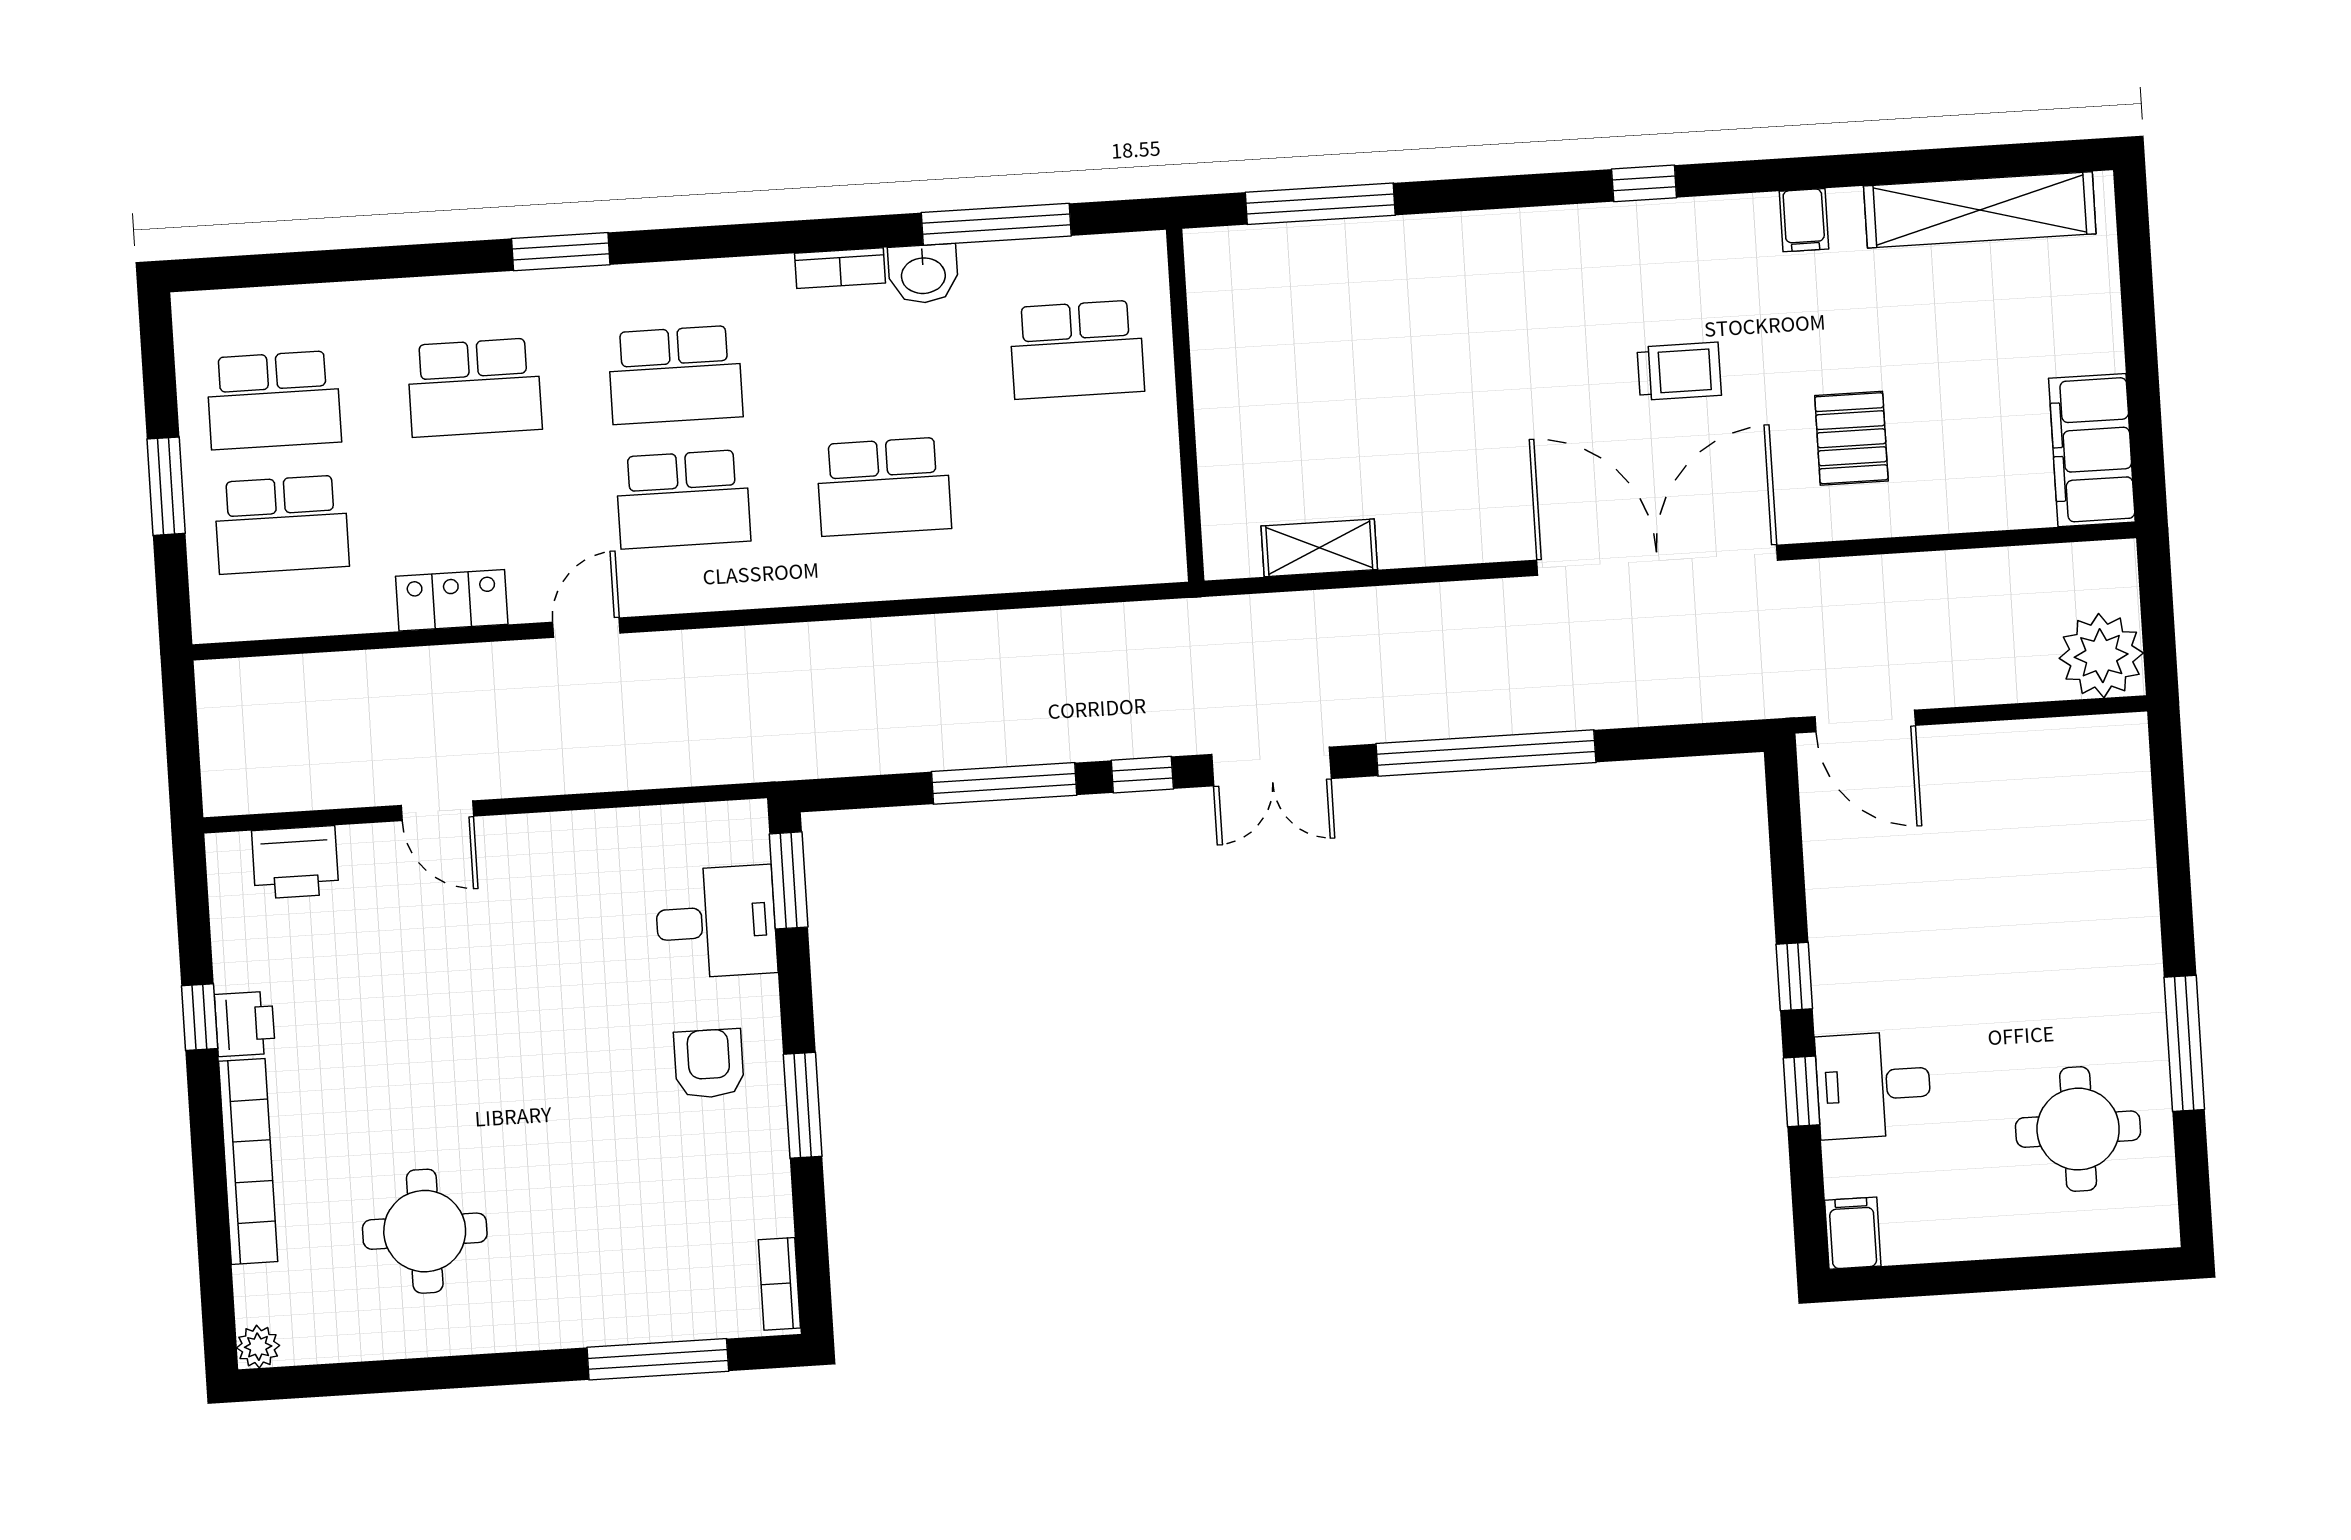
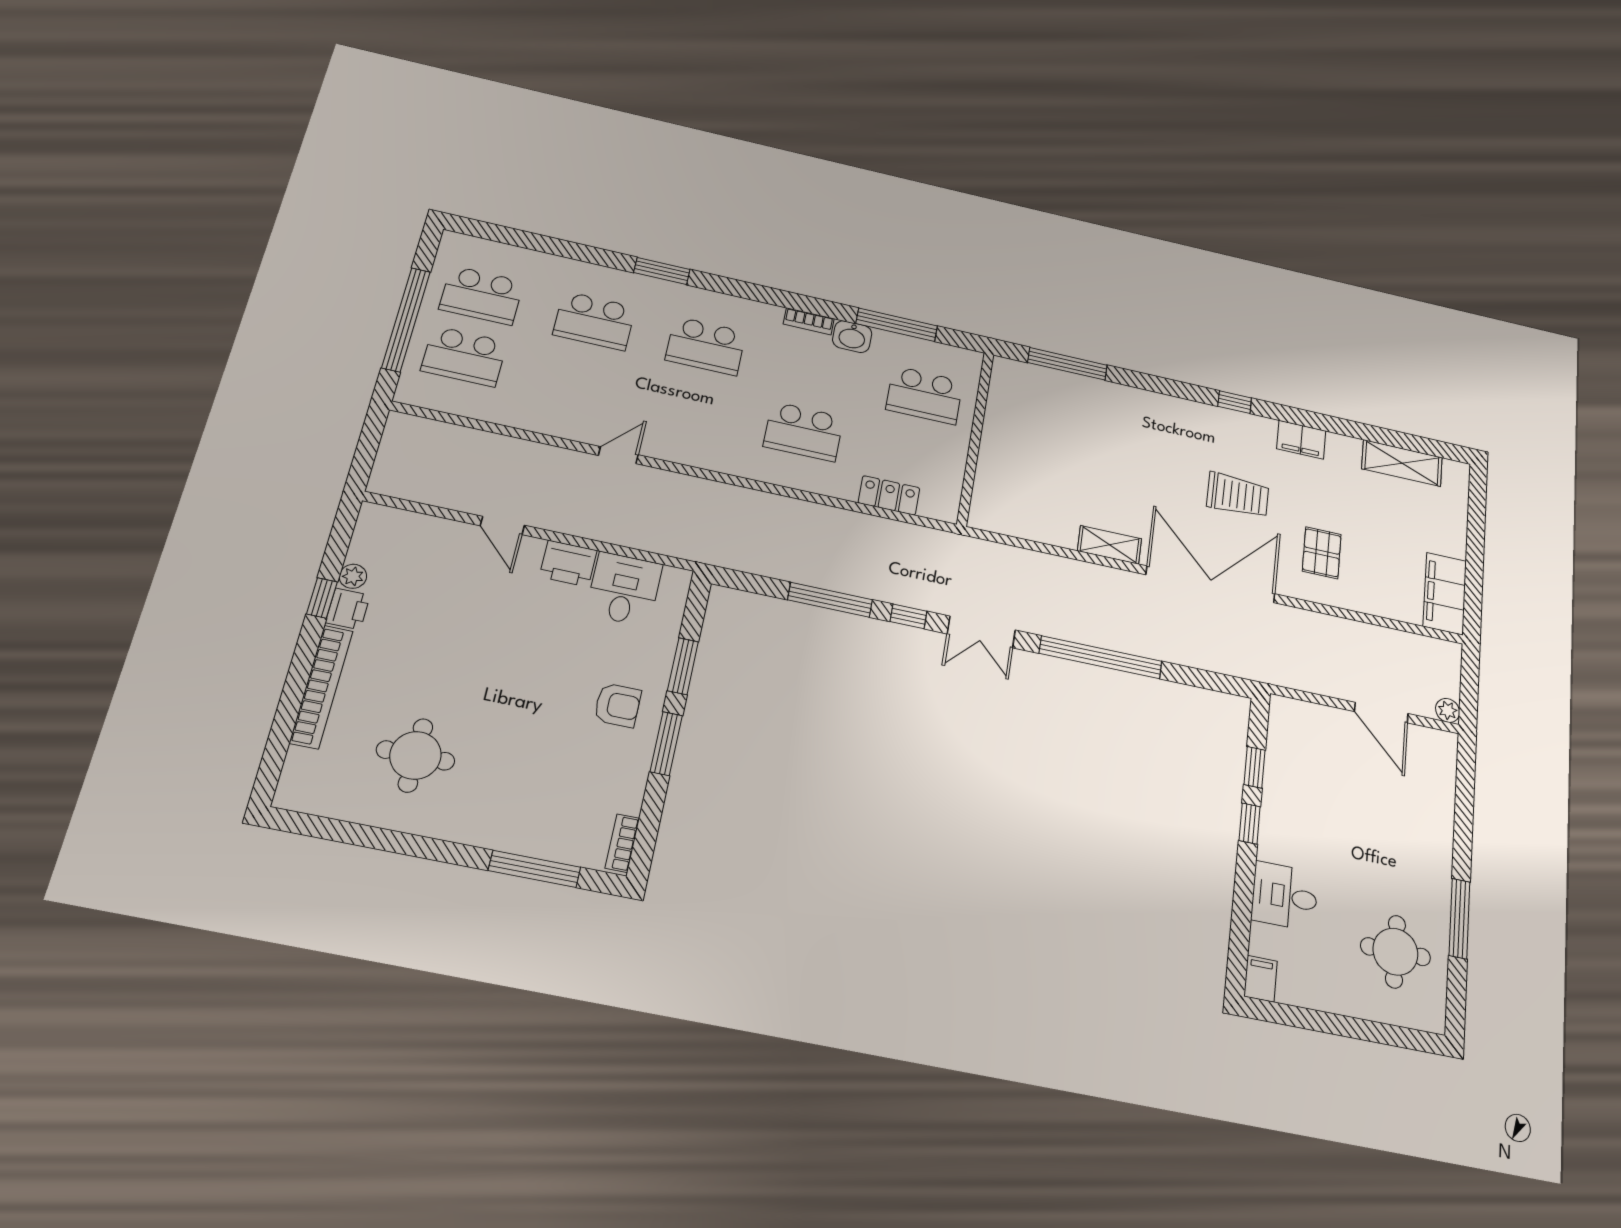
shelving: (1980, 210) -> (1402, 463), width x0.68
filing cabinet: (1804, 220) -> (1301, 440), width x2.00
trolley: (1679, 371) -> (1238, 495), width x1.36, depth x1.39
window: (166, 486) -> (406, 319), width x2.11
school desk: (683, 499) -> (692, 407), removed
shelving: (1319, 548) -> (1110, 545), moved
locker: (452, 600) -> (889, 495), moved
plant: (2101, 656) -> (1448, 710), width x0.53, depth x0.53
door: (1865, 721) -> (1381, 713), moved
printer: (295, 862) -> (568, 563), moved
window: (789, 880) -> (683, 666), moved
desk: (716, 922) -> (624, 589), moved, turned -90
armchair: (709, 1064) -> (618, 705), turned 90
window: (1802, 1091) -> (1255, 767), moved
plant: (258, 1347) -> (353, 576), moved

